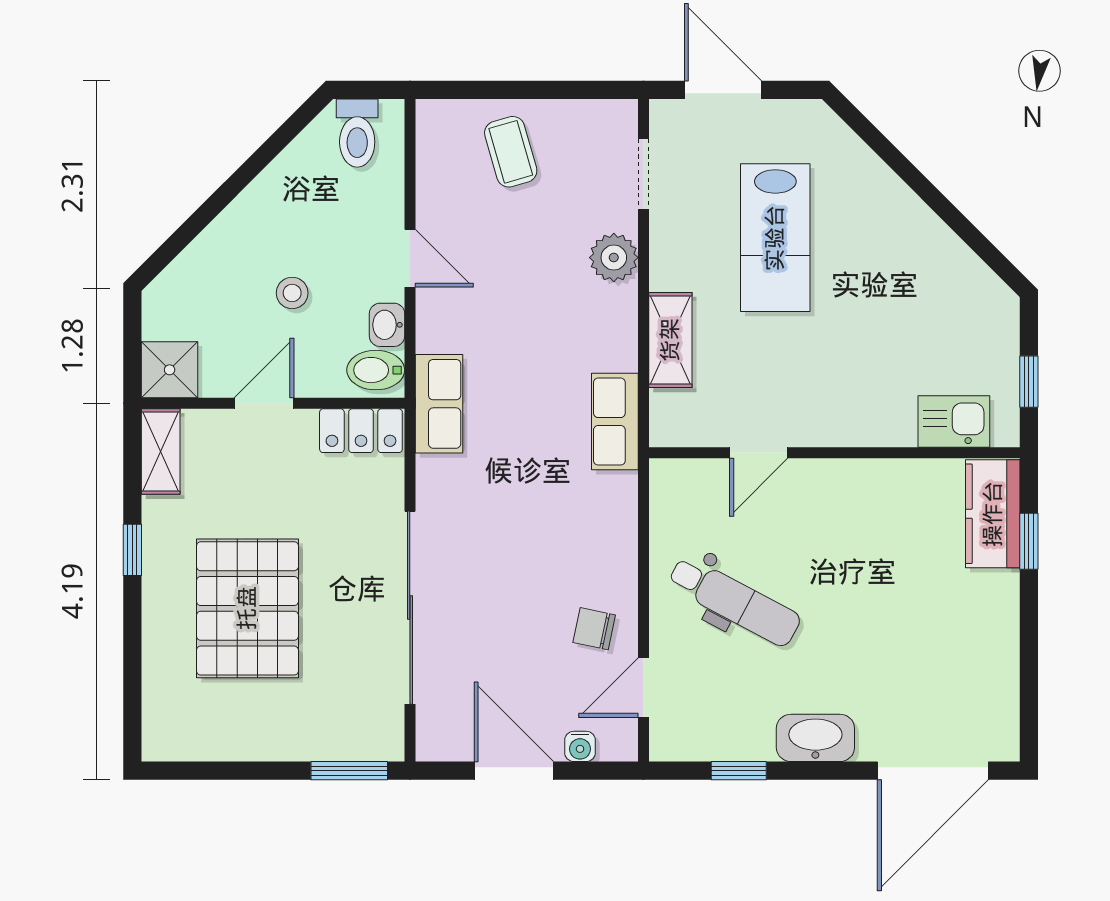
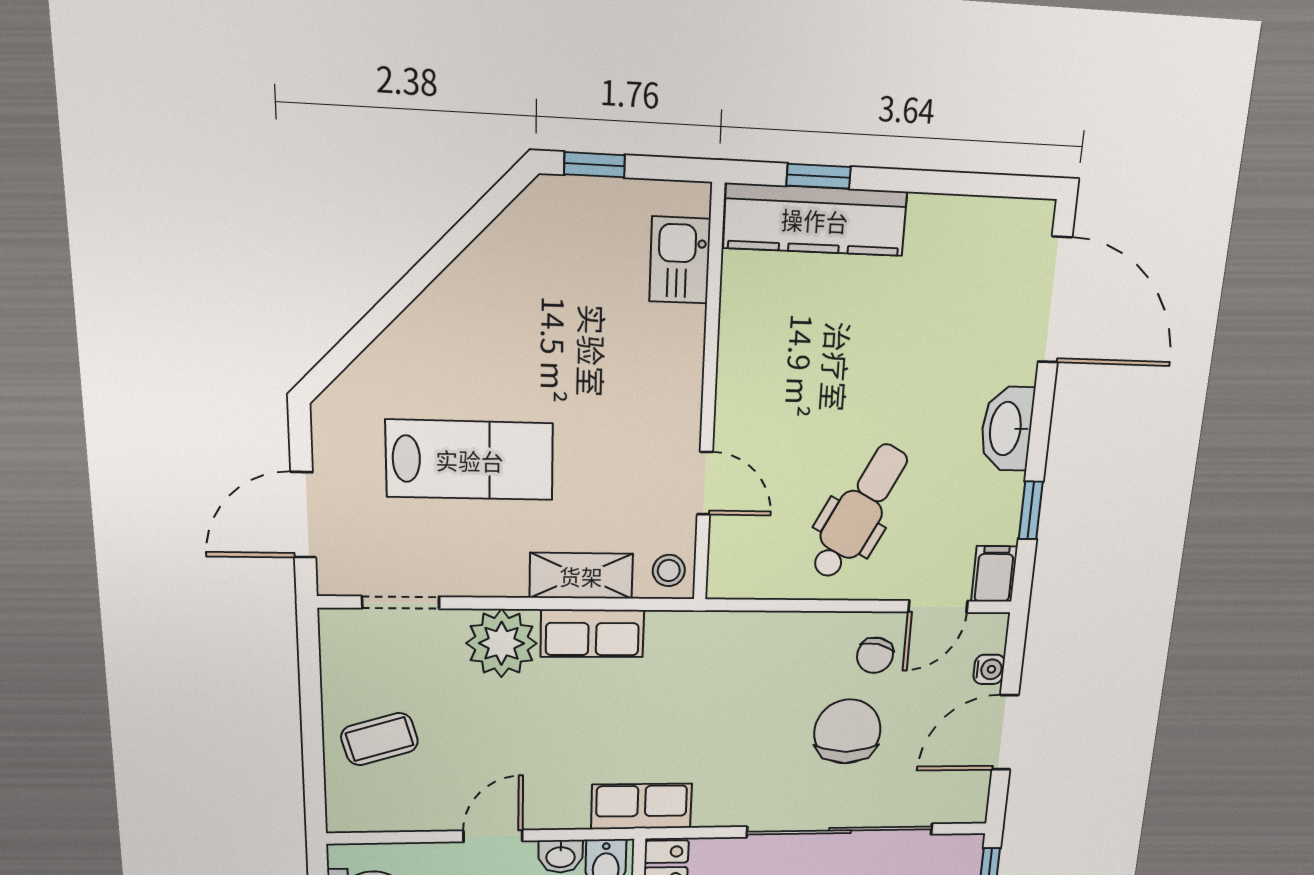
plant: (614, 258) -> (502, 643), width x1.36, depth x1.36
window: (1029, 382) -> (594, 165), moved
row of seats: (615, 422) -> (592, 633), moved
stool: (676, 422) -> (669, 570), added
kitchen counter: (993, 514) -> (815, 220), width x1.50
chair: (516, 607) -> (847, 732), added
door: (643, 688) -> (938, 606), hinge flipped
filing cabinet: (676, 741) -> (994, 574), added

